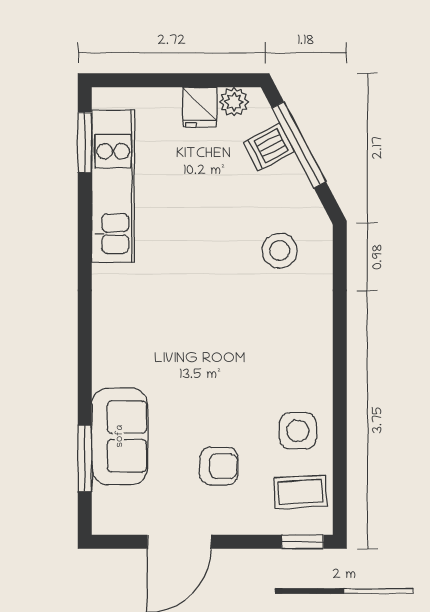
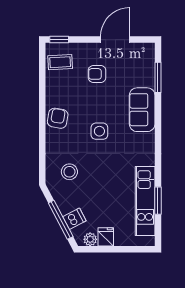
window: (85, 142) -> (158, 201), moved
armchair: (306, 369) -> (58, 118), added
side table: (298, 431) -> (99, 131), moved
sofa: (120, 436) -> (142, 110), moved

